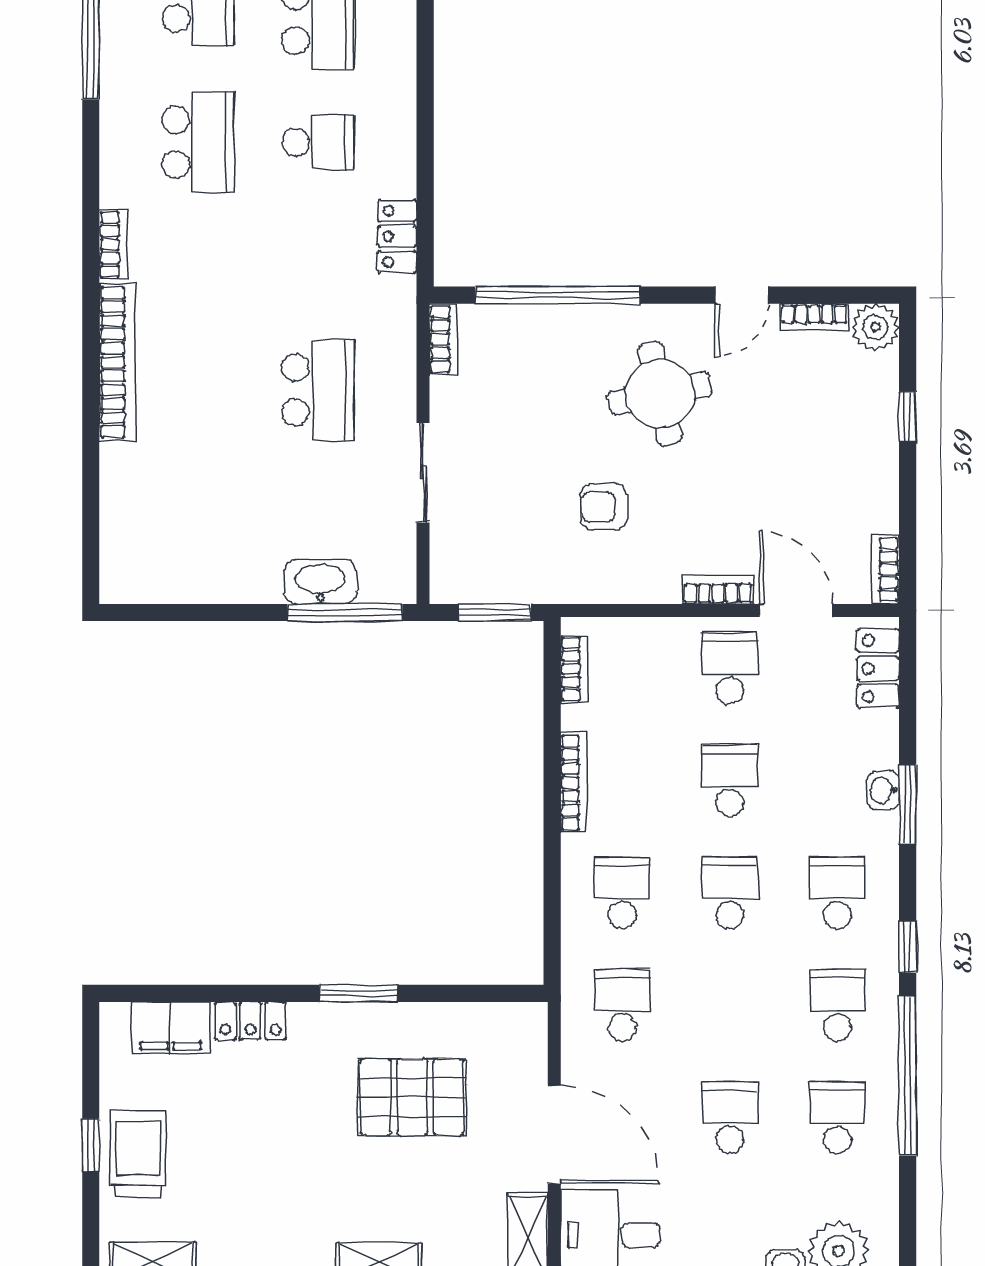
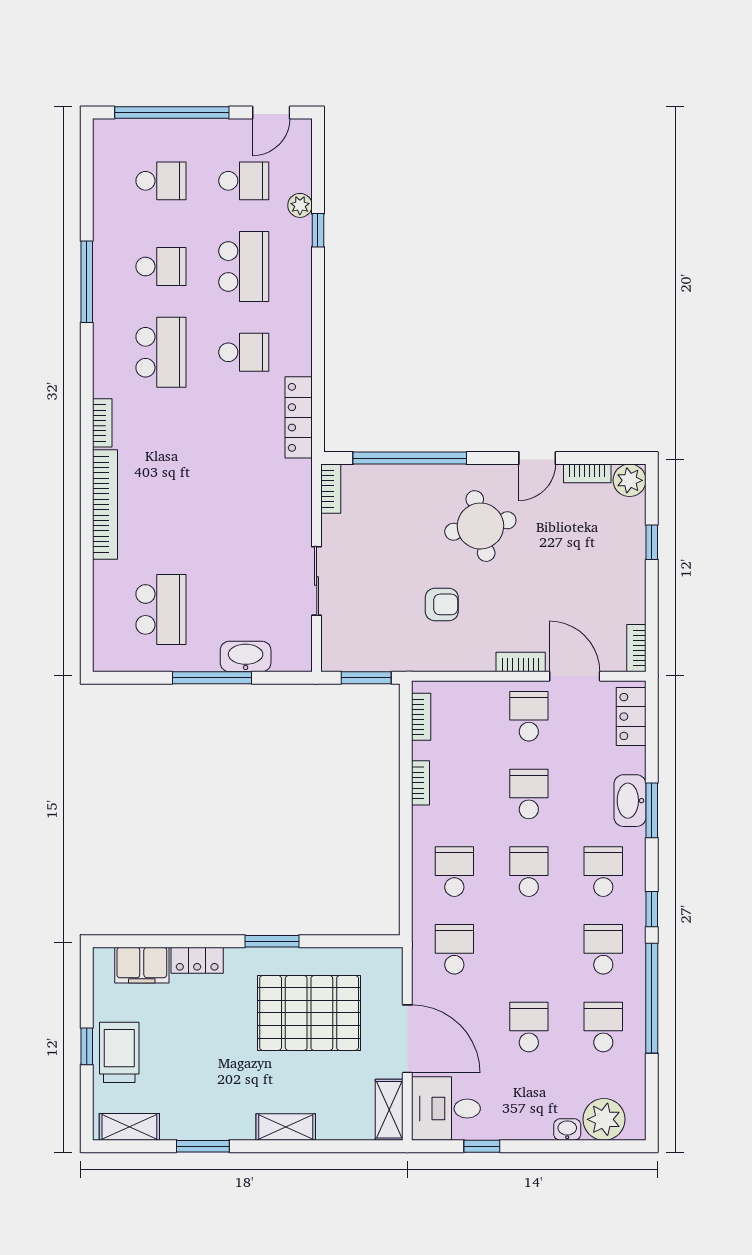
locker: (397, 236) -> (299, 417), width x1.53
school desk: (318, 390) -> (161, 609), moved
armchair: (604, 507) -> (442, 604), turned 180
window: (345, 613) -> (212, 678), moved
bookcase: (573, 783) -> (421, 783), width x0.64
washbasin: (883, 790) -> (630, 801), width x1.91, depth x1.45
pallet: (412, 1097) -> (309, 1013), width x1.37, depth x1.41

